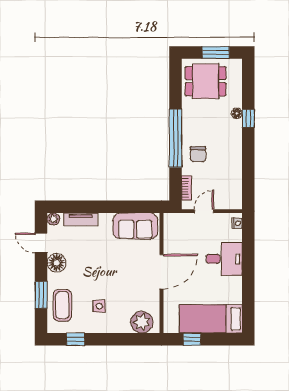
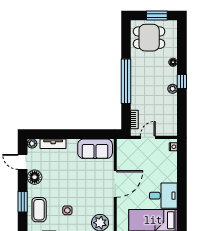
window: (248, 118) -> (182, 81), moved
plant: (236, 148) -> (173, 89), added
chair: (198, 154) -> (143, 94), removed
desk: (224, 259) -> (163, 196), moved

